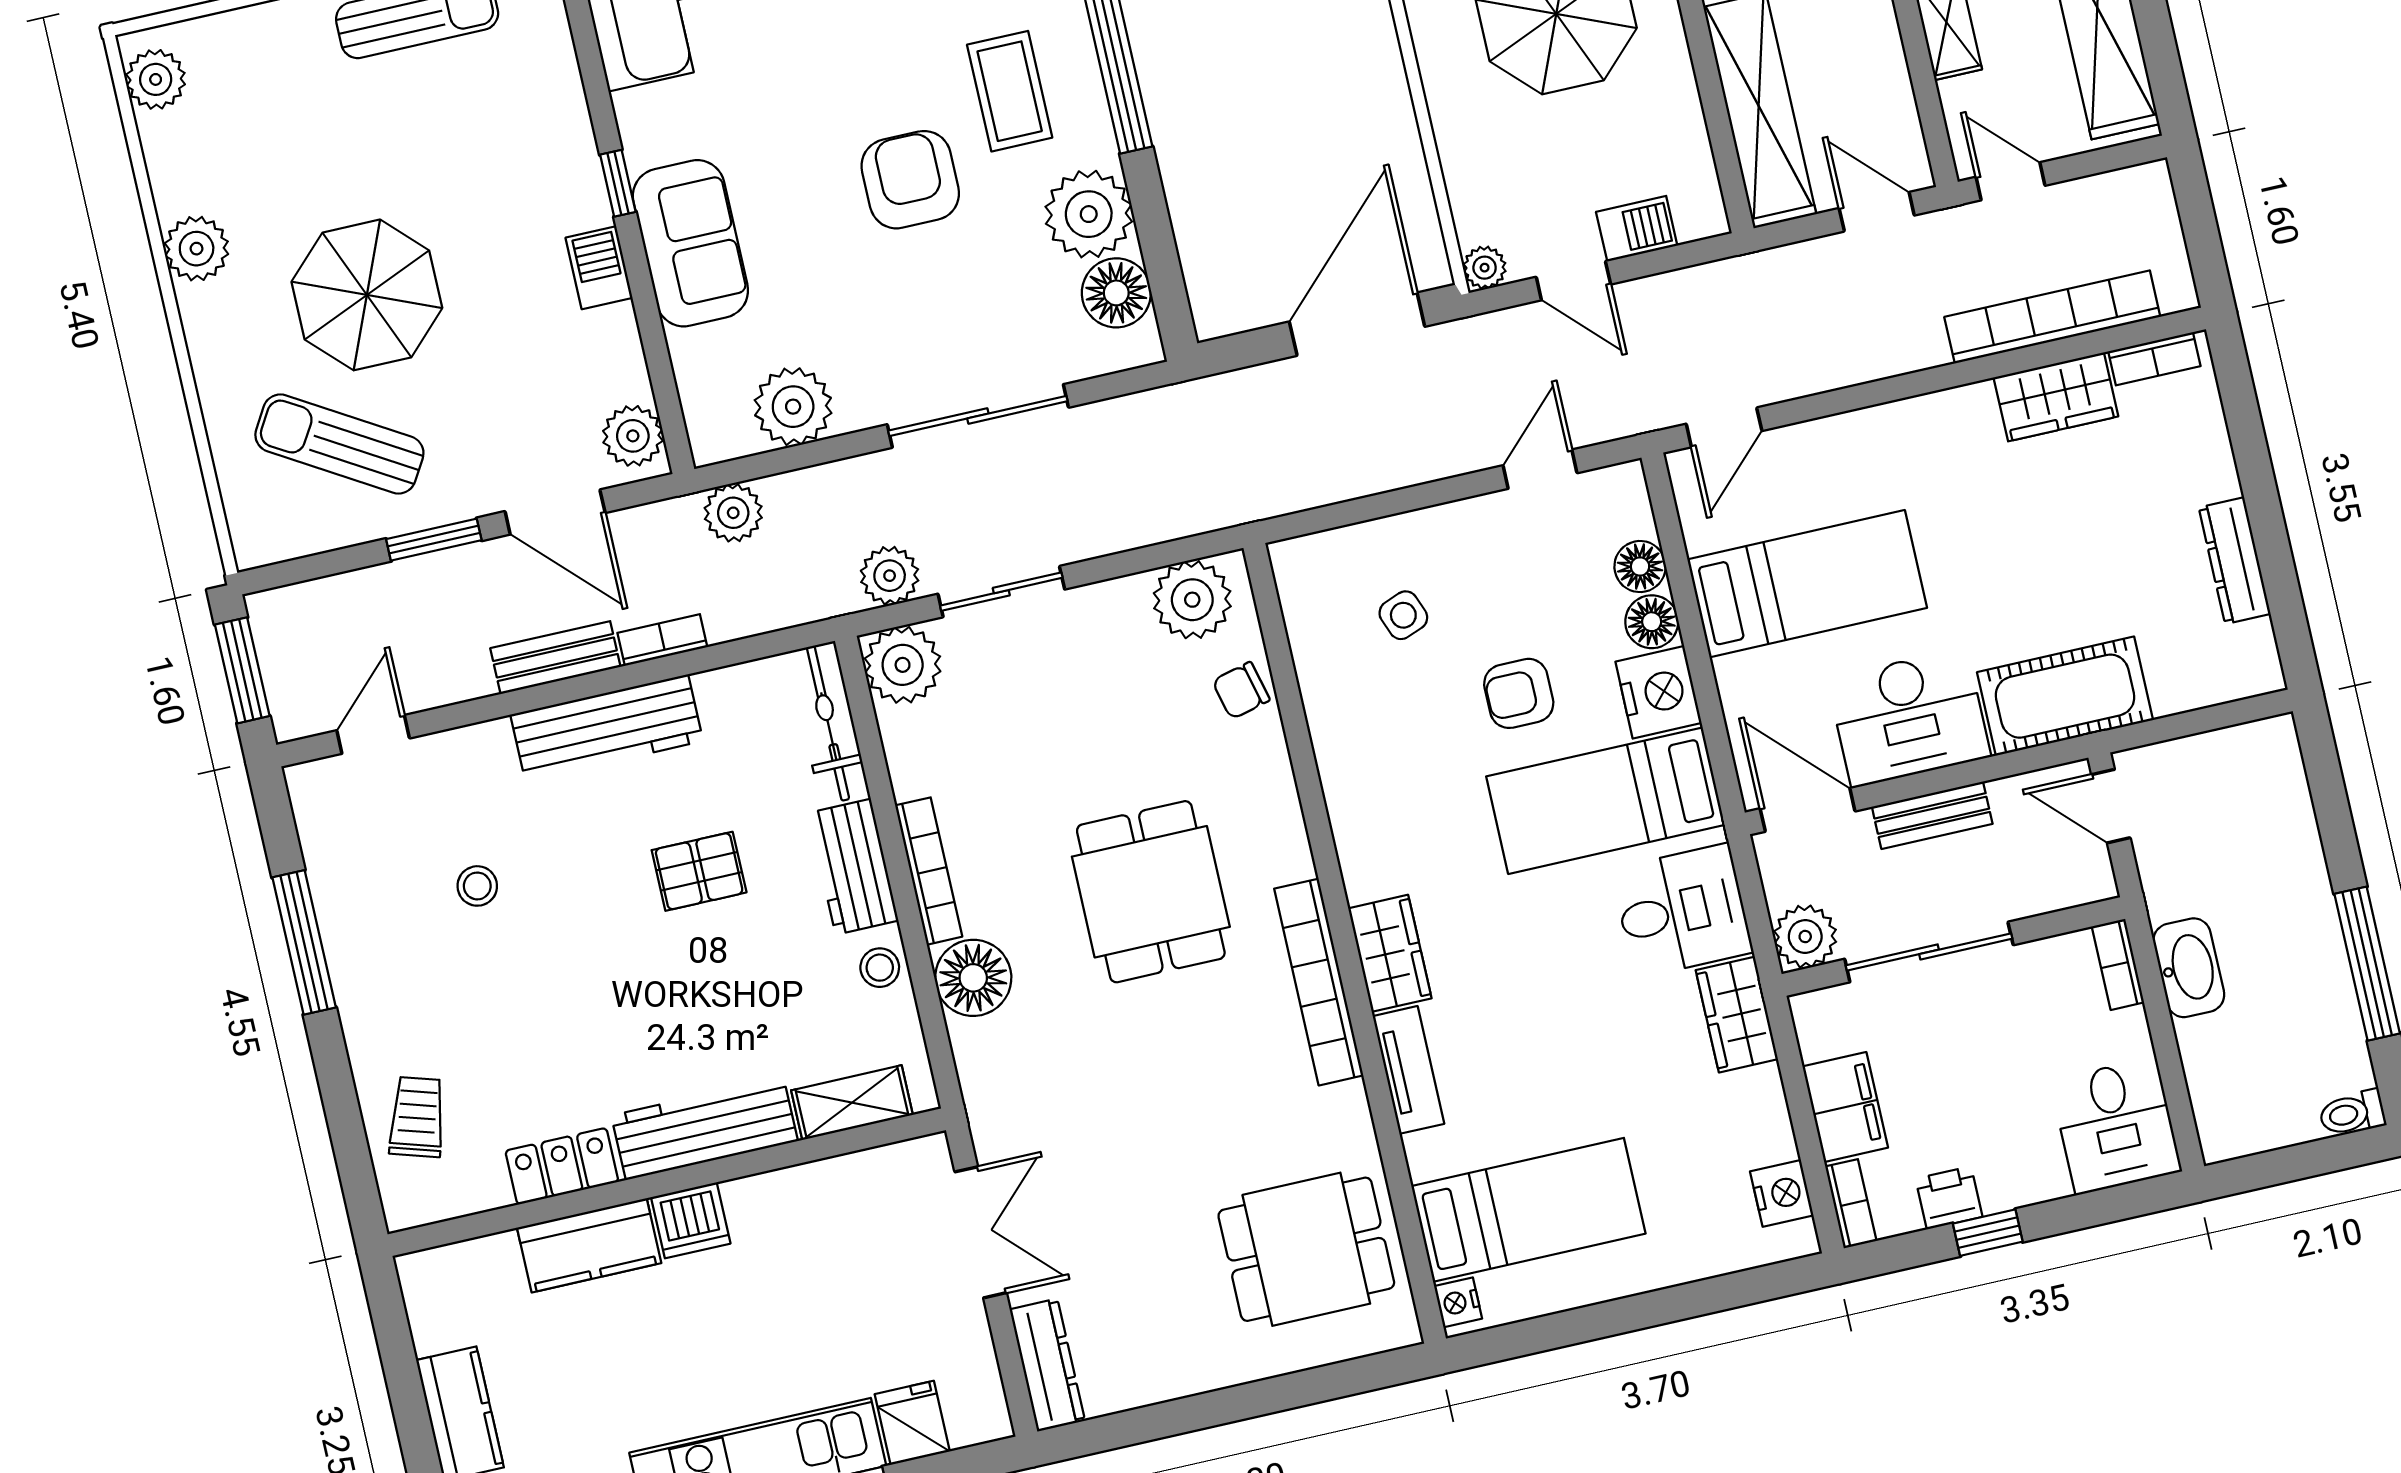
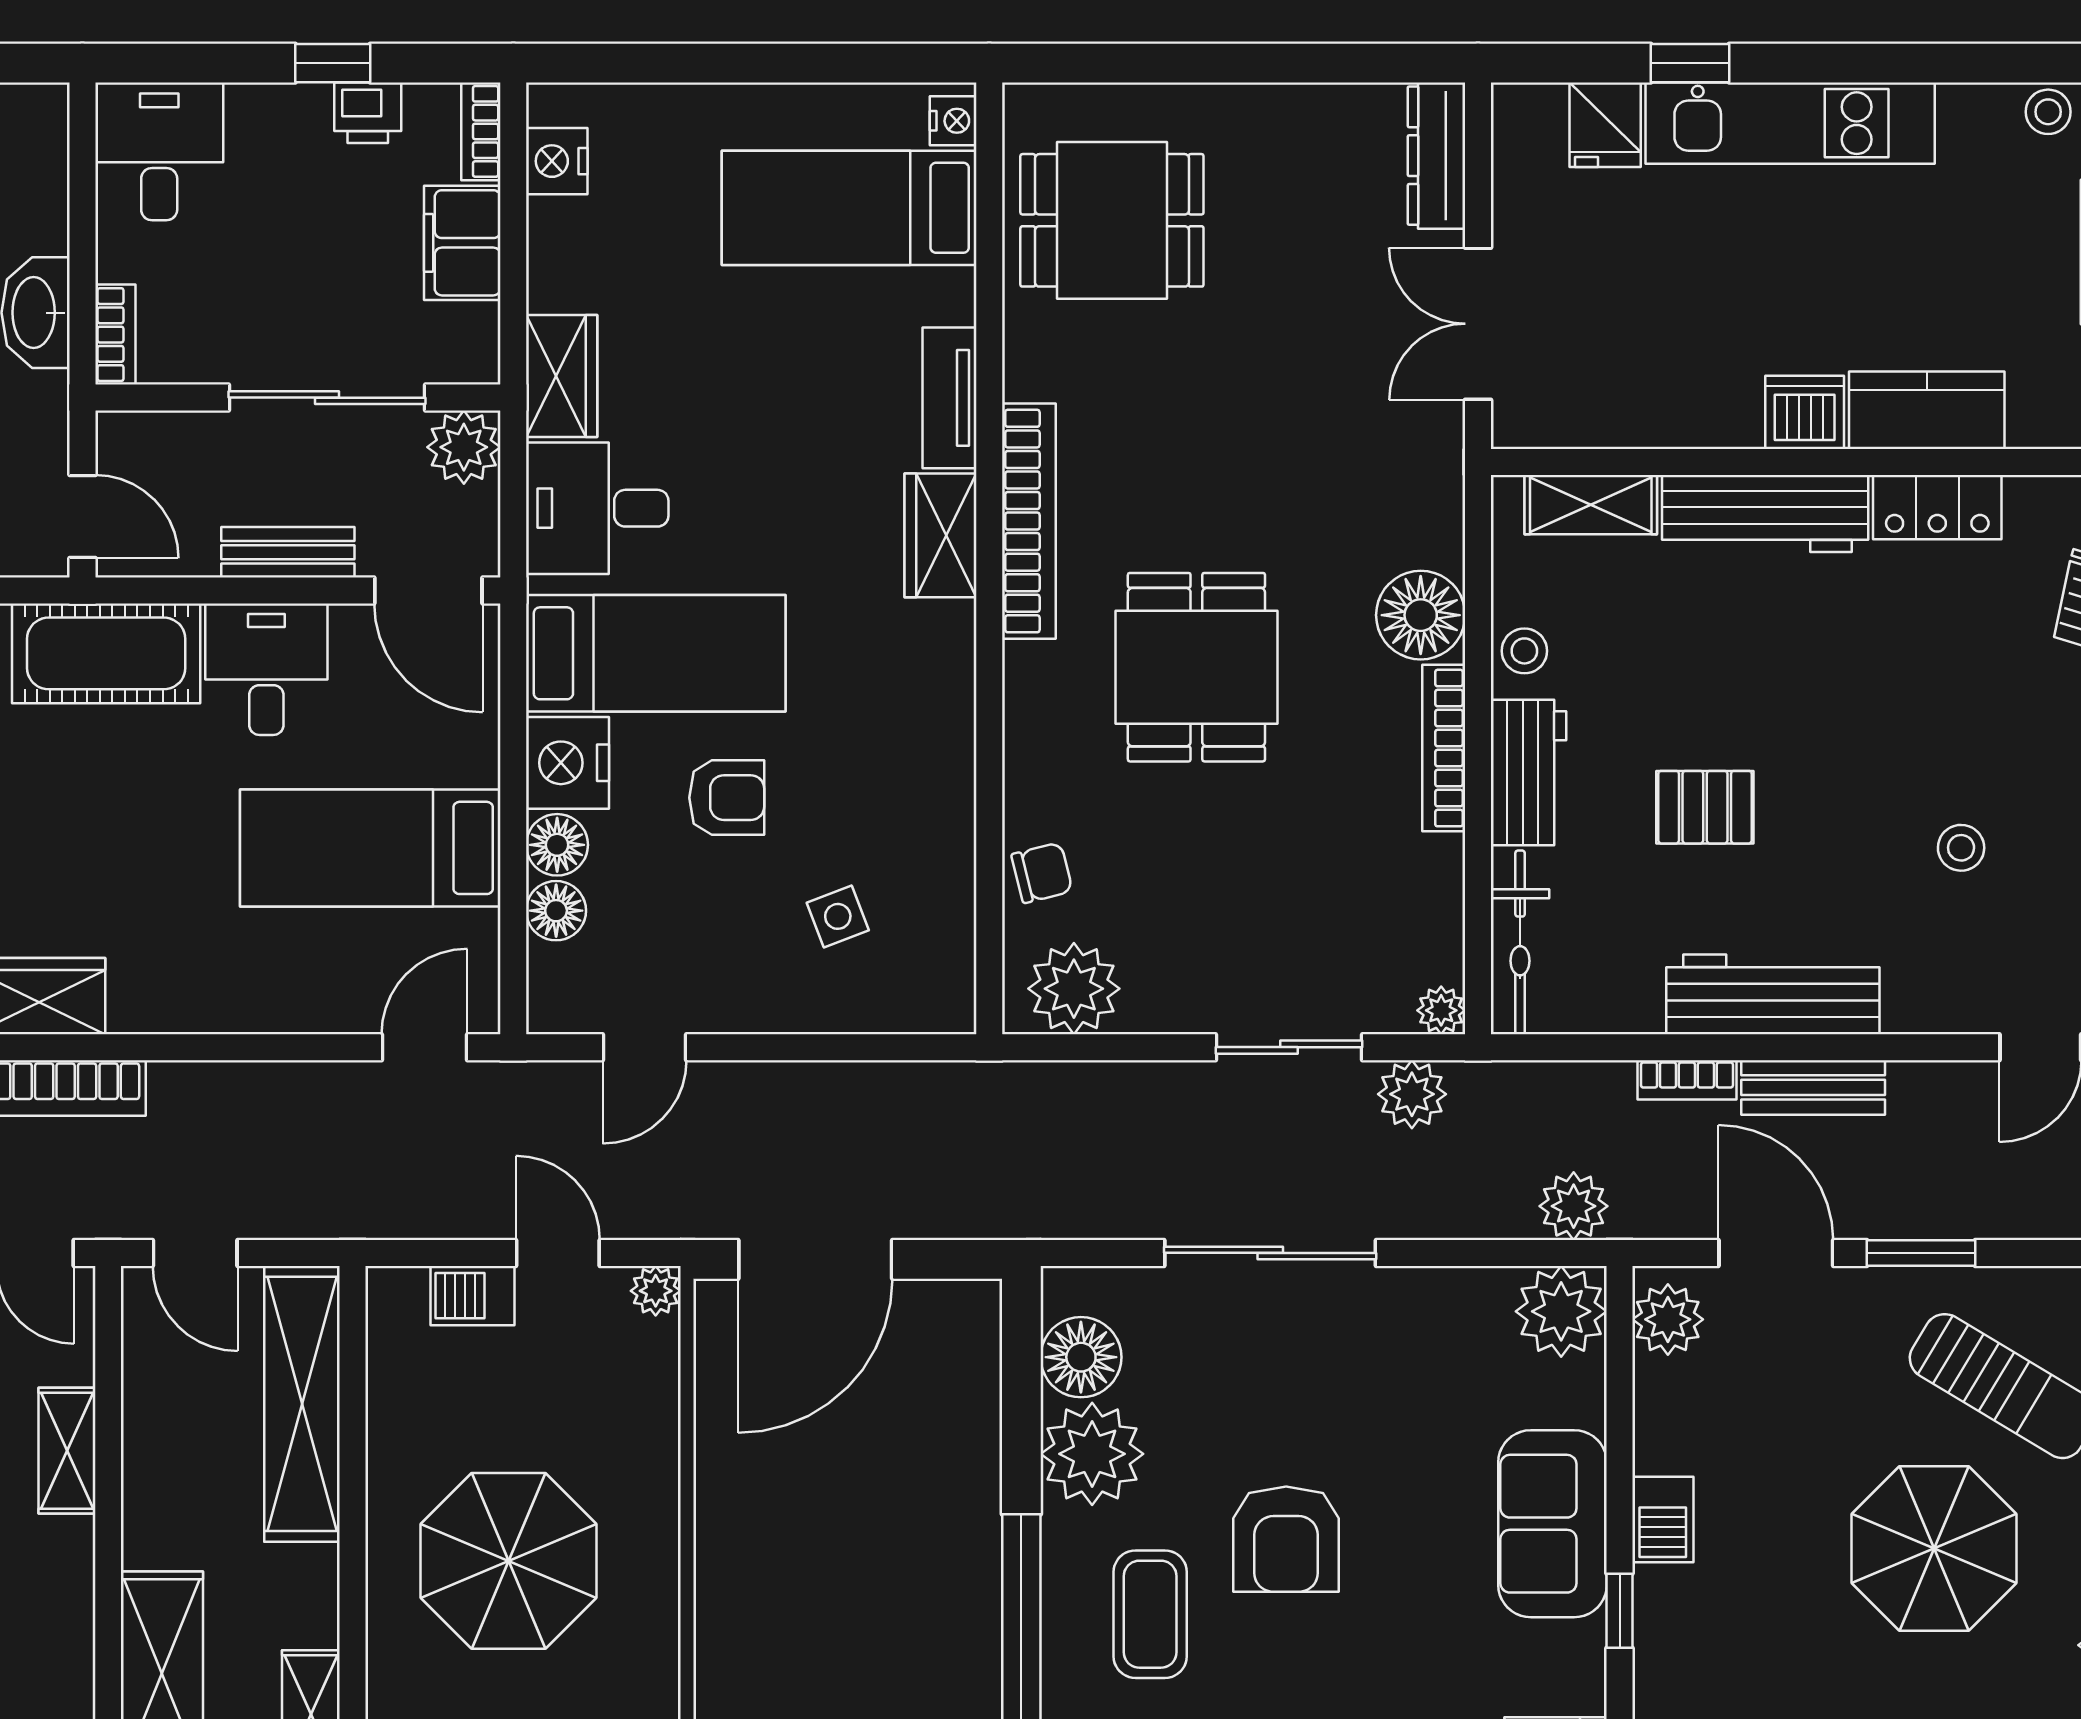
plant: (793, 407) -> (1561, 1311), moved
plant: (903, 665) -> (1441, 1010), width x0.53, depth x0.53
desk: (1909, 718) -> (266, 669), width x0.73

